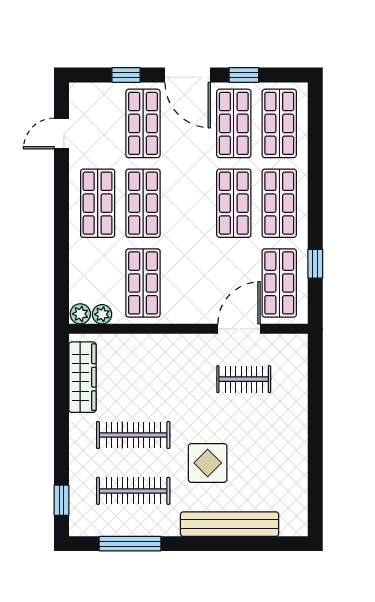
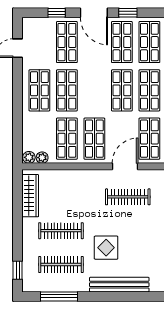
shop shelf: (188, 283) -> (94, 139), added
clothes rail: (244, 379) -> (128, 197), width x1.36

